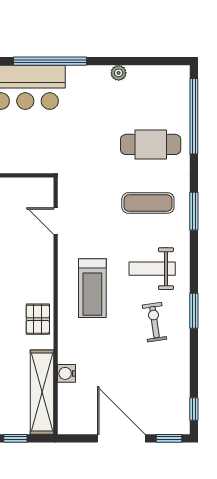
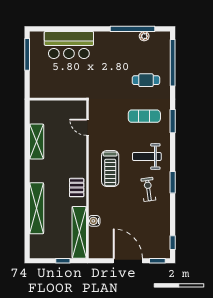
window: (50, 61) -> (133, 29), moved
plant: (119, 73) -> (144, 36), moved
cafe table: (151, 144) -> (146, 80), width x0.73, depth x0.74

